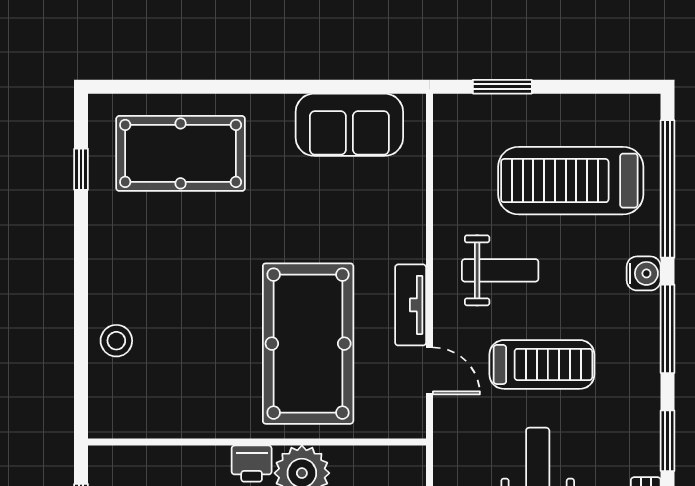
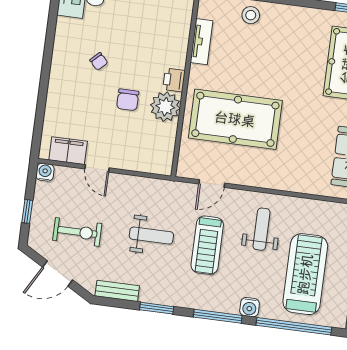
weight bench: (500, 270) -> (261, 229), turned 180
tv unit: (411, 305) -> (202, 42), moved, turned 90

